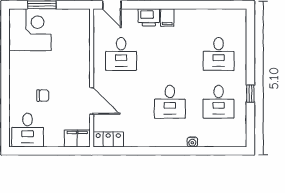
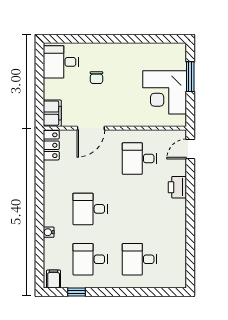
filing cabinet: (167, 17) -> (54, 279), moved, turned 90
corner desk: (30, 30) -> (165, 92), moved, turned 90
window: (250, 94) -> (76, 292), moved

